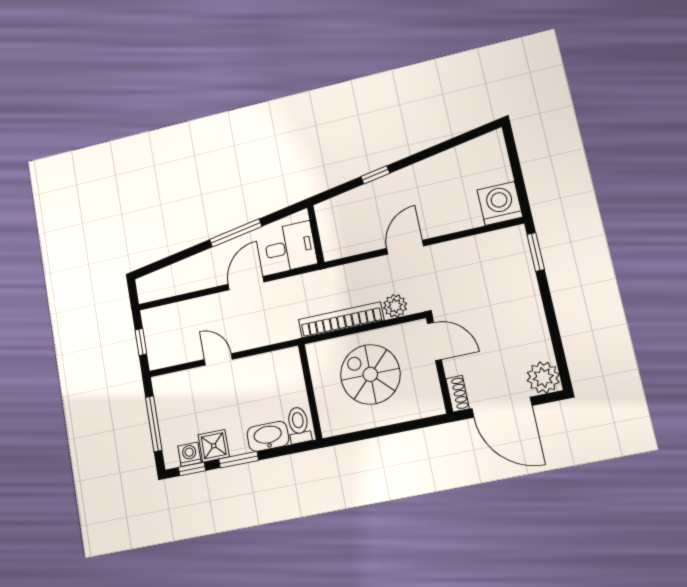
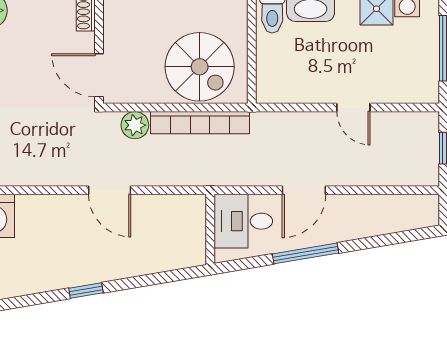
window: (375, 175) -> (86, 291), moved
door: (405, 247) -> (110, 190), hinge flipped
spiral stairs: (370, 374) -> (200, 67), moved

